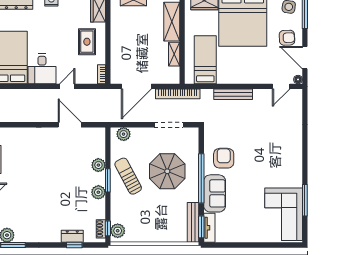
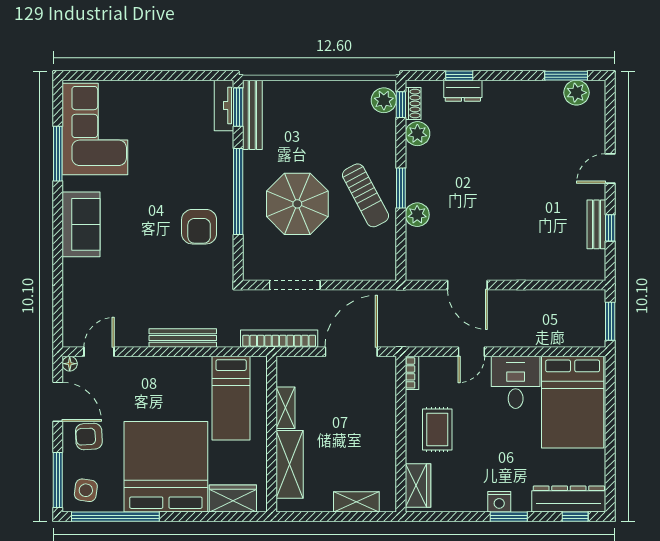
plant: (124, 134) -> (374, 269), removed
plant: (98, 192) -> (417, 134), moved
sofa: (215, 193) -> (81, 224), moved, turned 180

